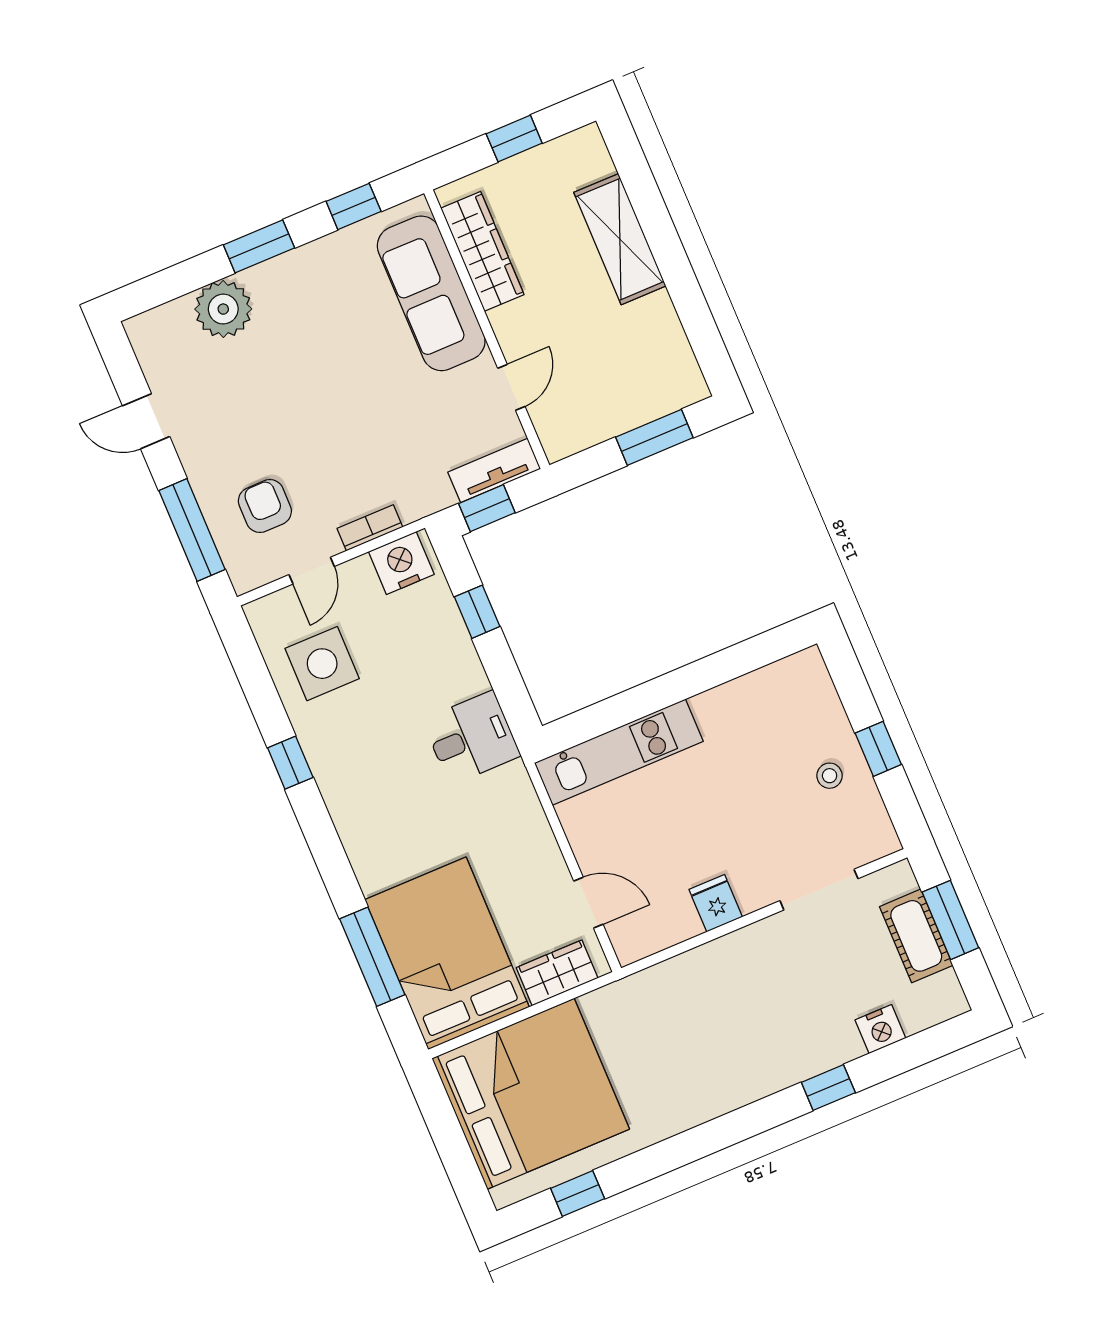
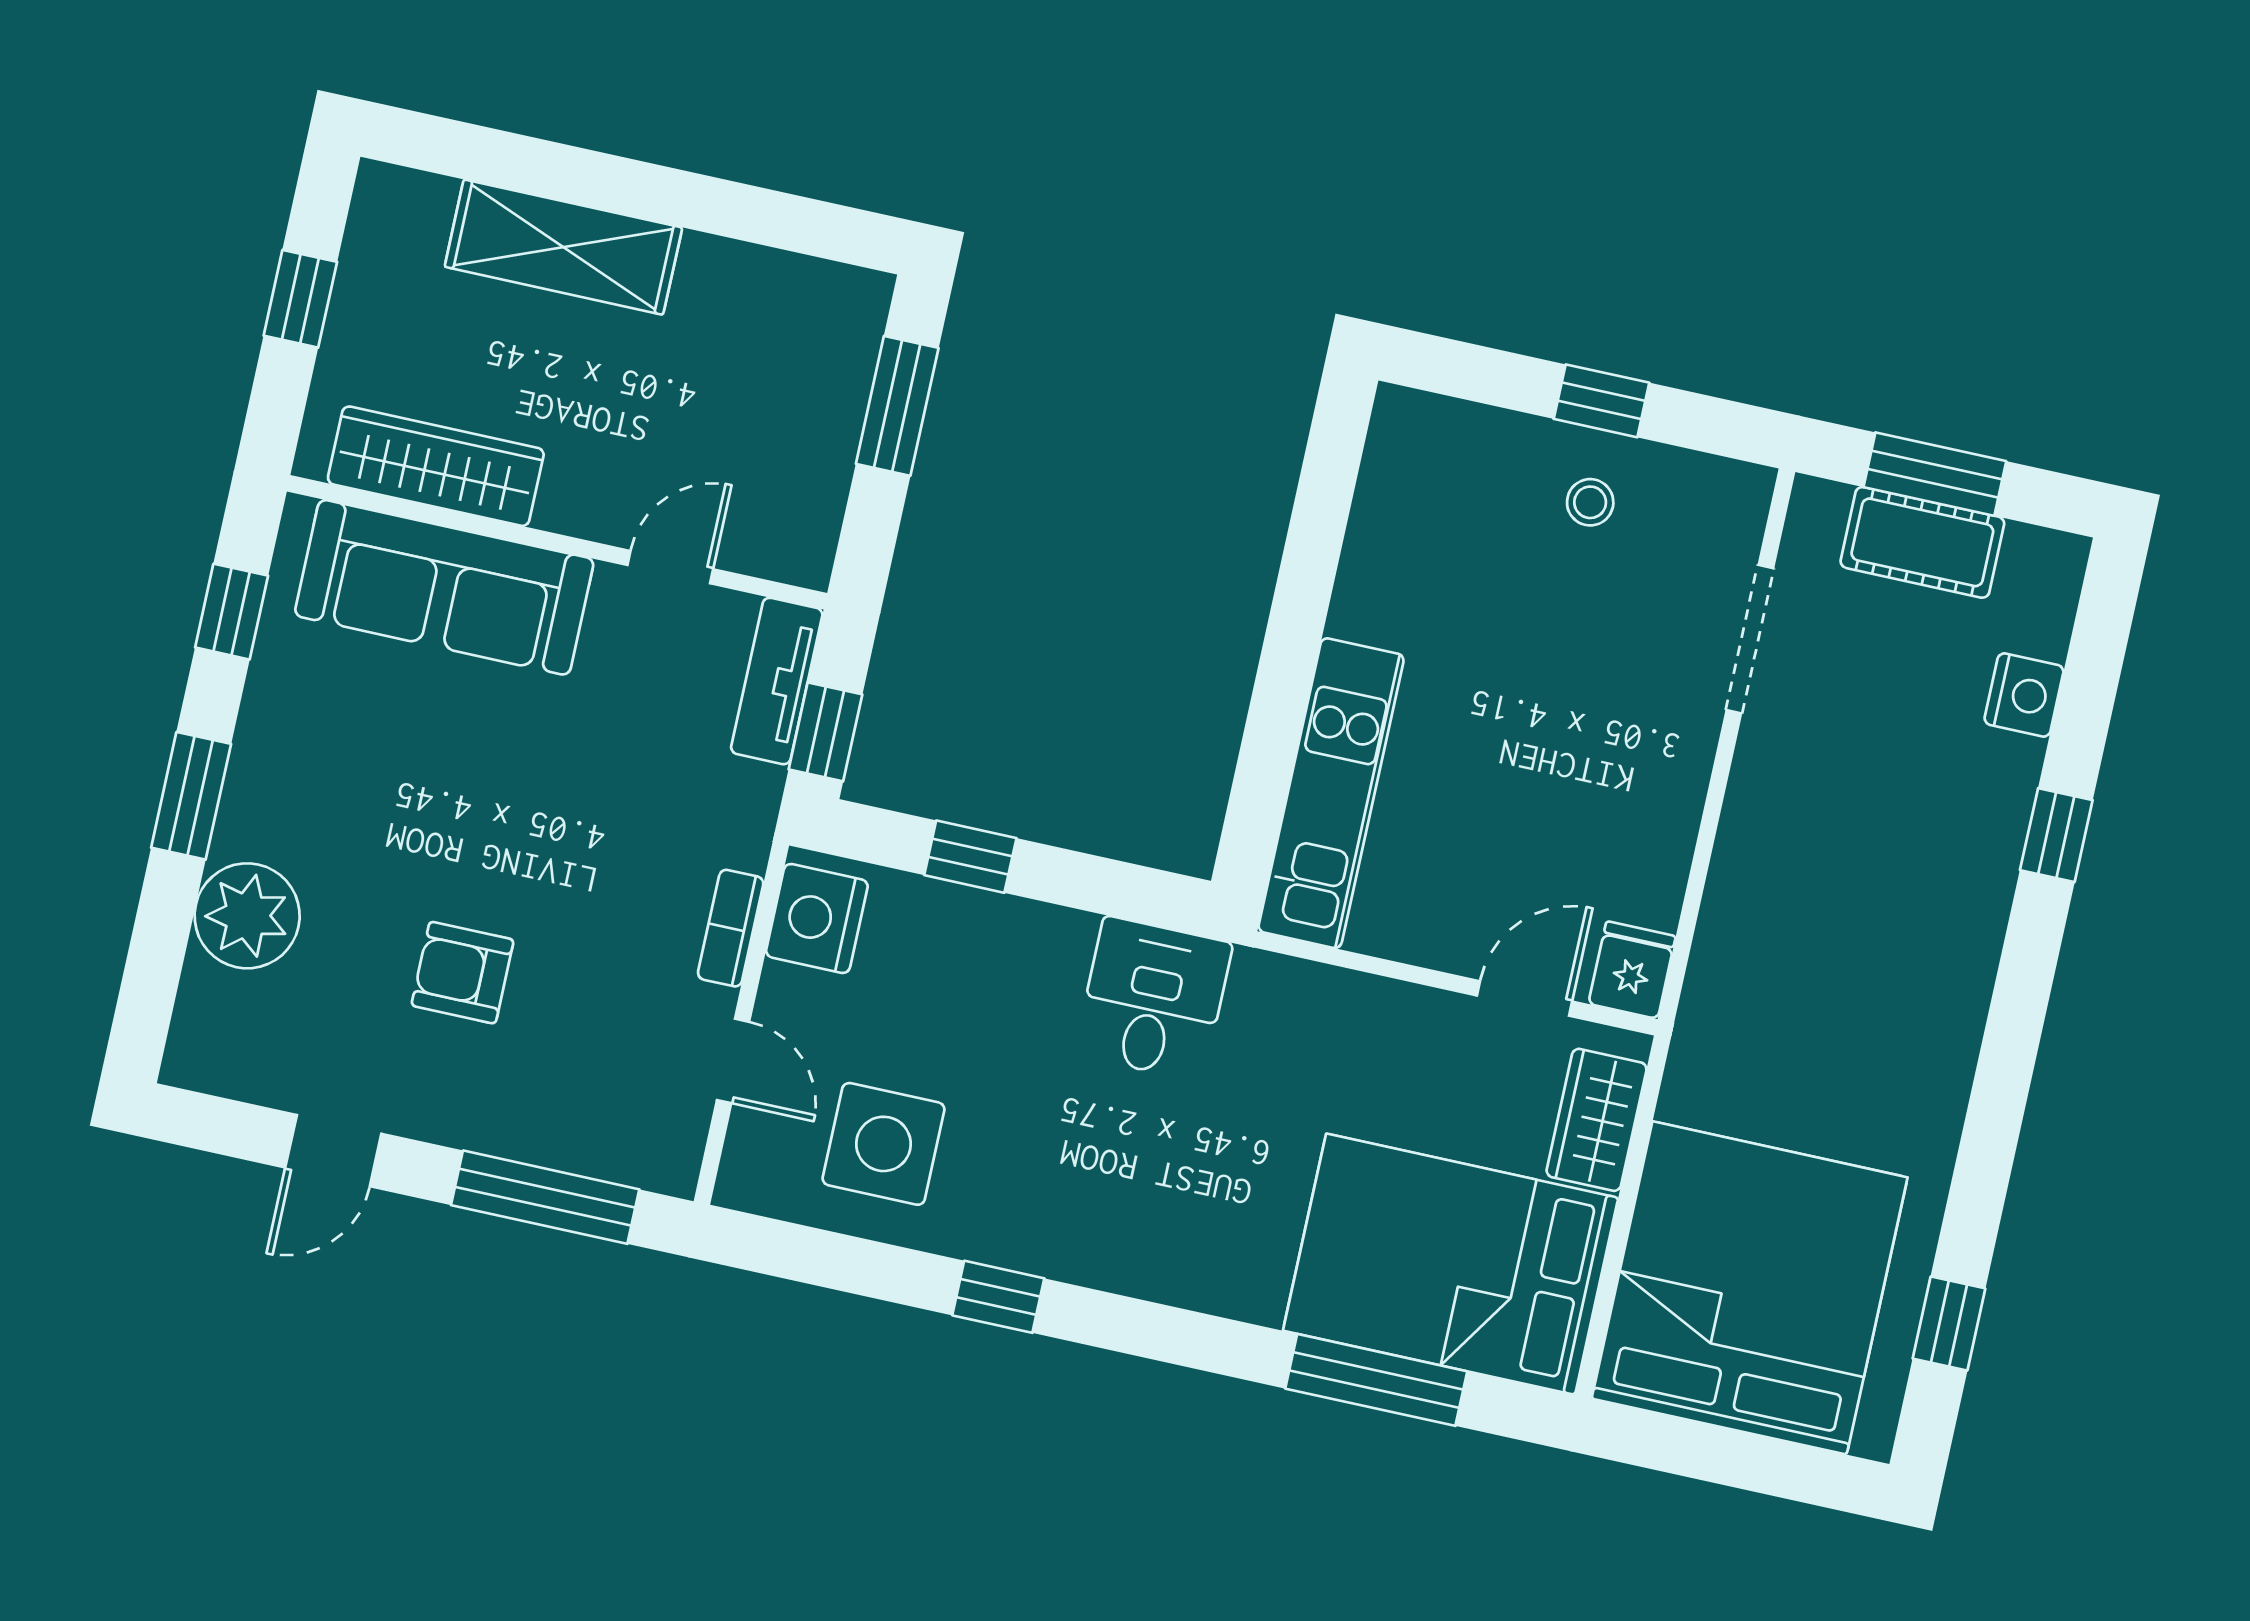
door: (511, 387) -> (670, 567), hinge flipped
armchair: (265, 506) -> (463, 973), moved
fridge: (716, 903) -> (1632, 970), moved, turned 90

